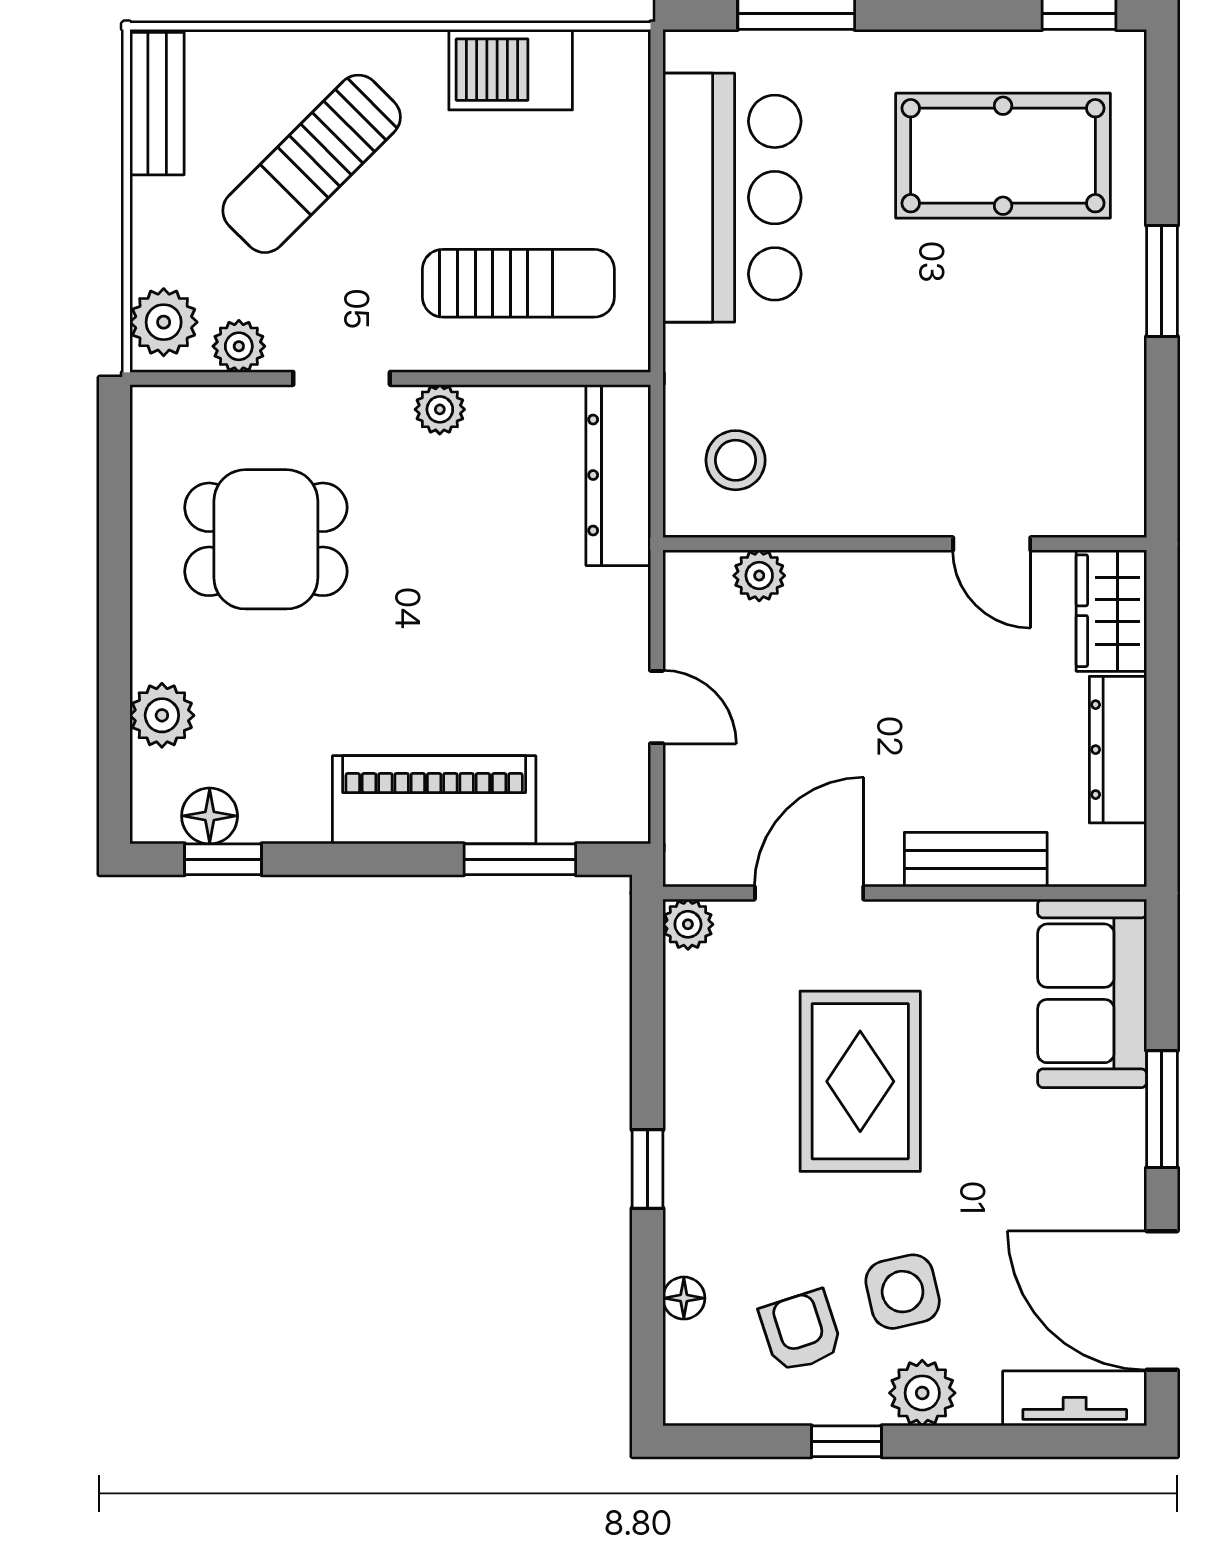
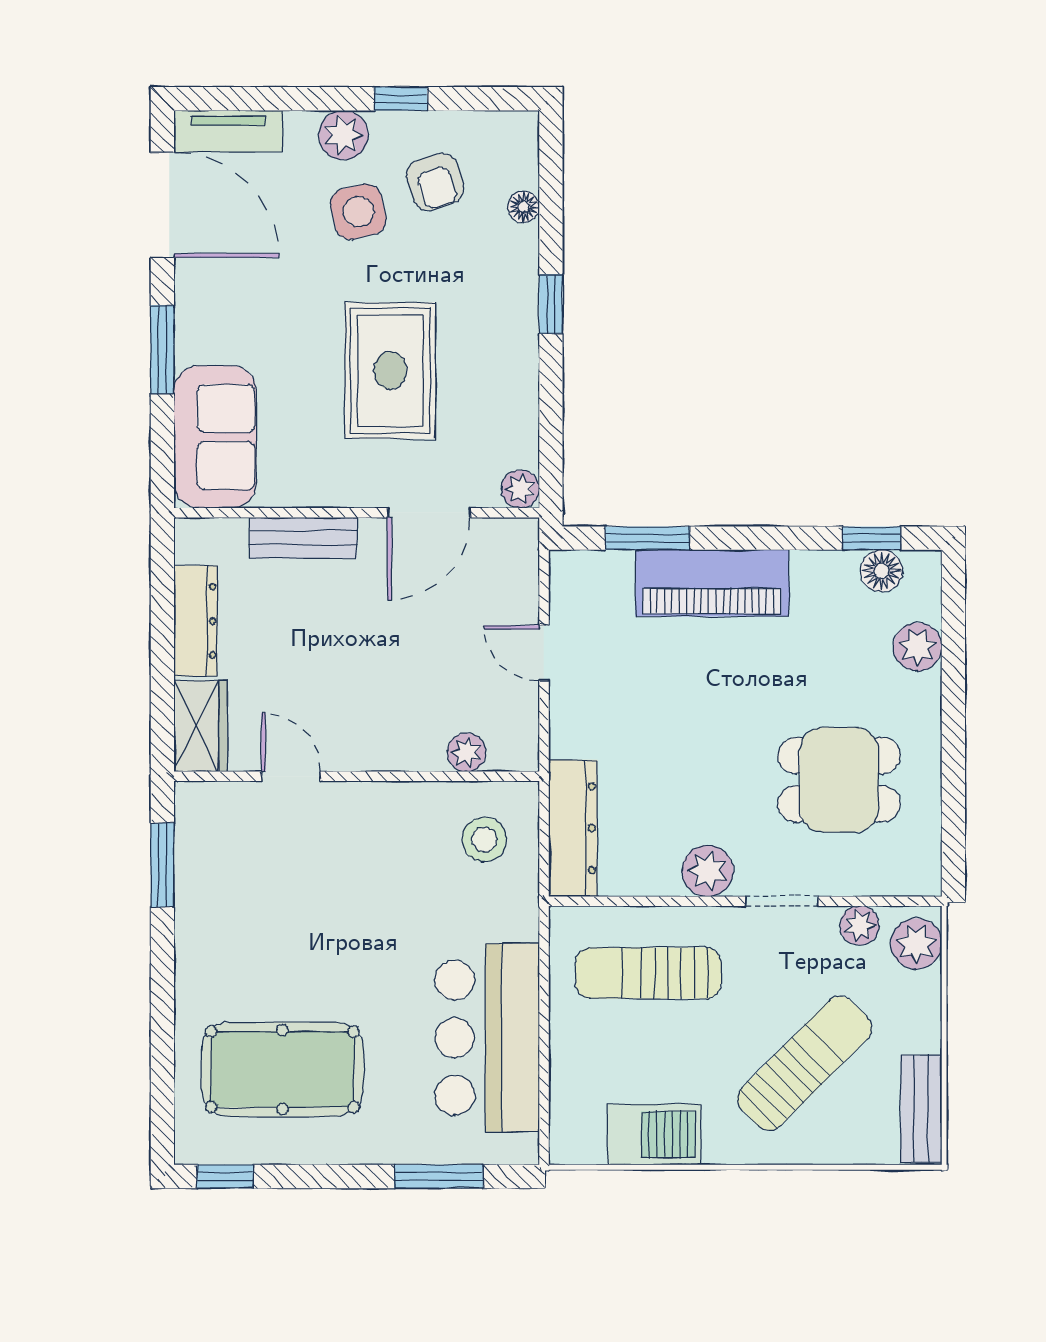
window: (1162, 281) -> (162, 865), moved
plant: (440, 409) -> (708, 871), width x1.38, depth x1.38

